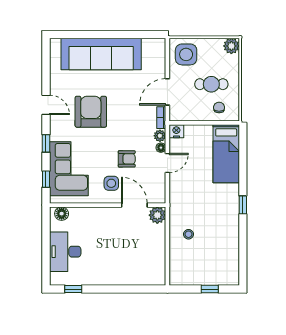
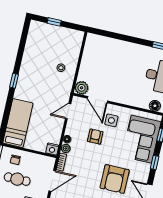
armchair: (127, 159) -> (95, 136), turned 90
door: (167, 163) -> (68, 111), moved

